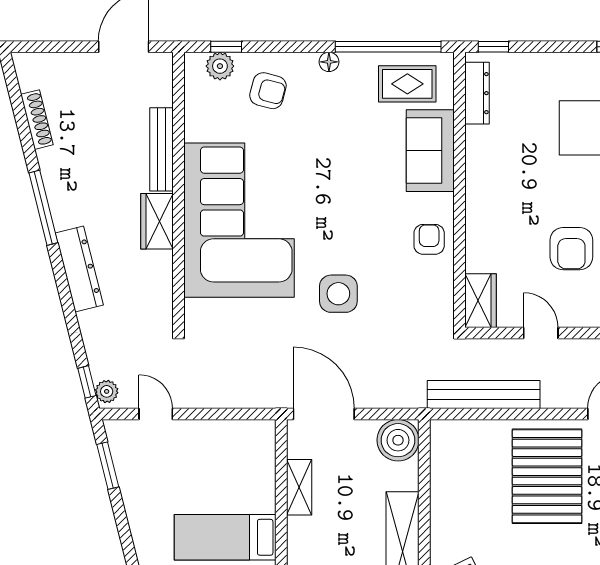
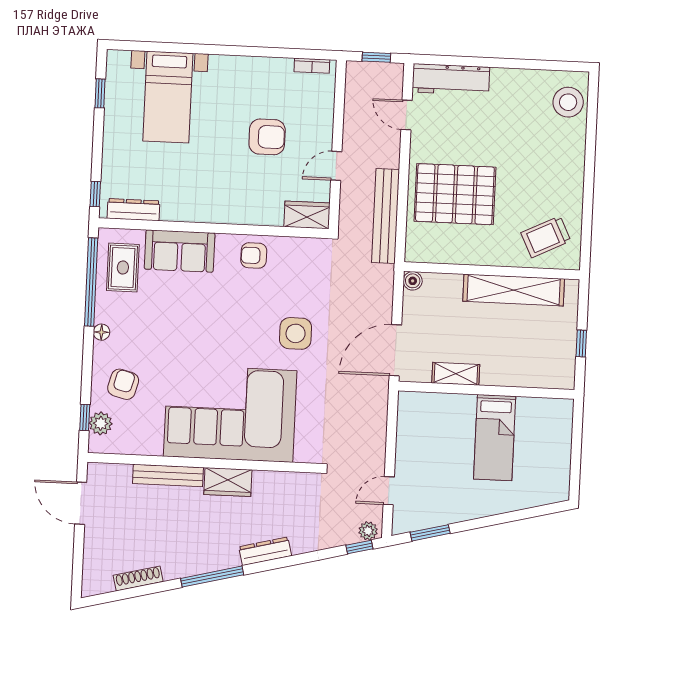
dresser: (79, 269) -> (265, 551), width x0.73, depth x0.80
boiler: (398, 440) -> (413, 281), width x0.54, depth x0.54
pallet: (547, 476) -> (455, 194), moved

